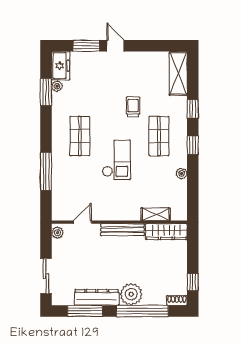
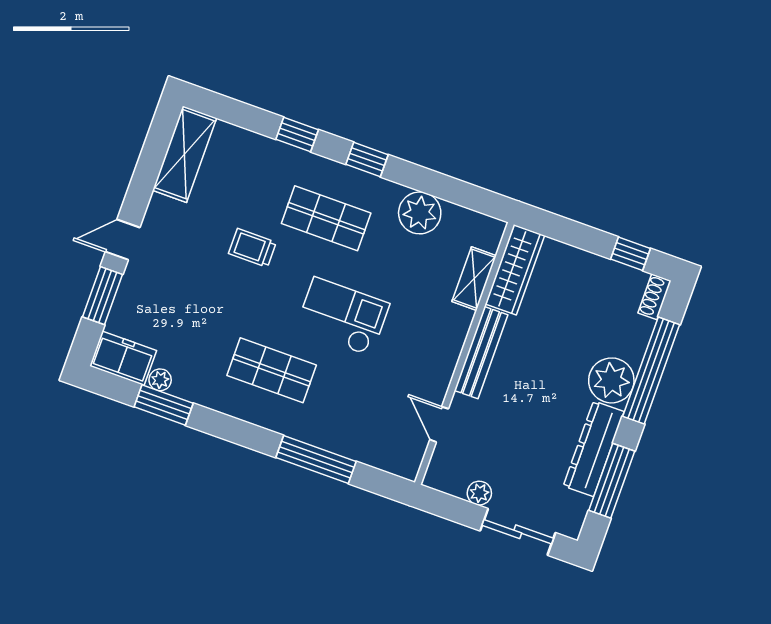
shelving: (178, 73) -> (185, 154), moved, turned 90
plant: (182, 174) -> (420, 213), width x1.88, depth x1.88
plant: (58, 233) -> (479, 493), moved

